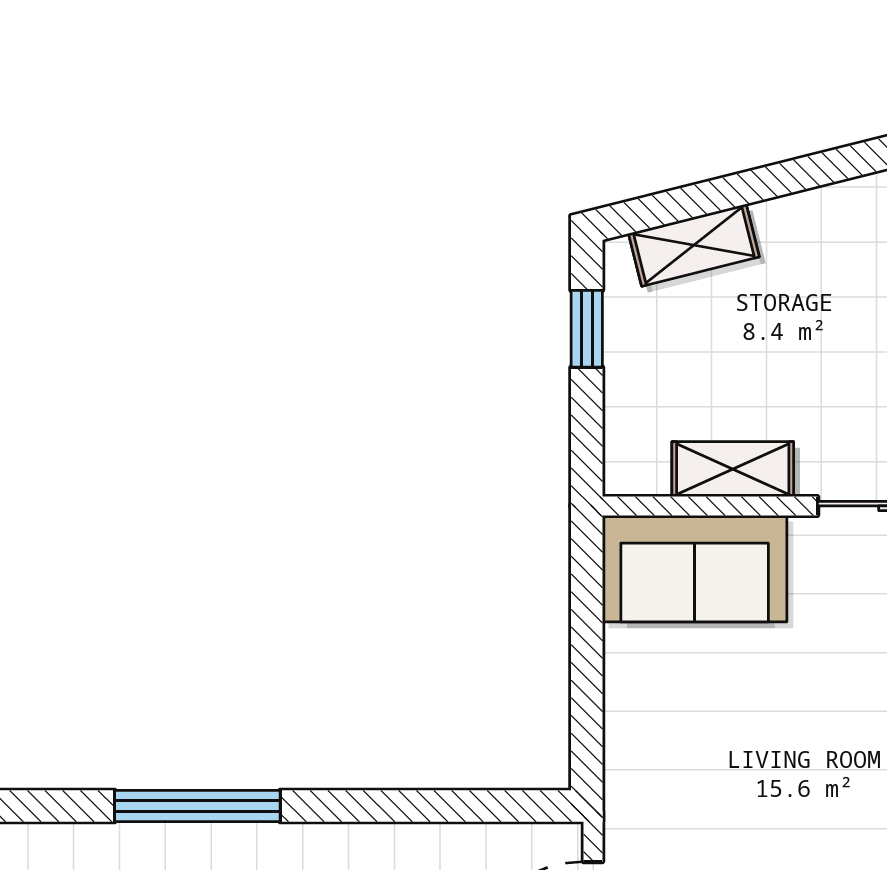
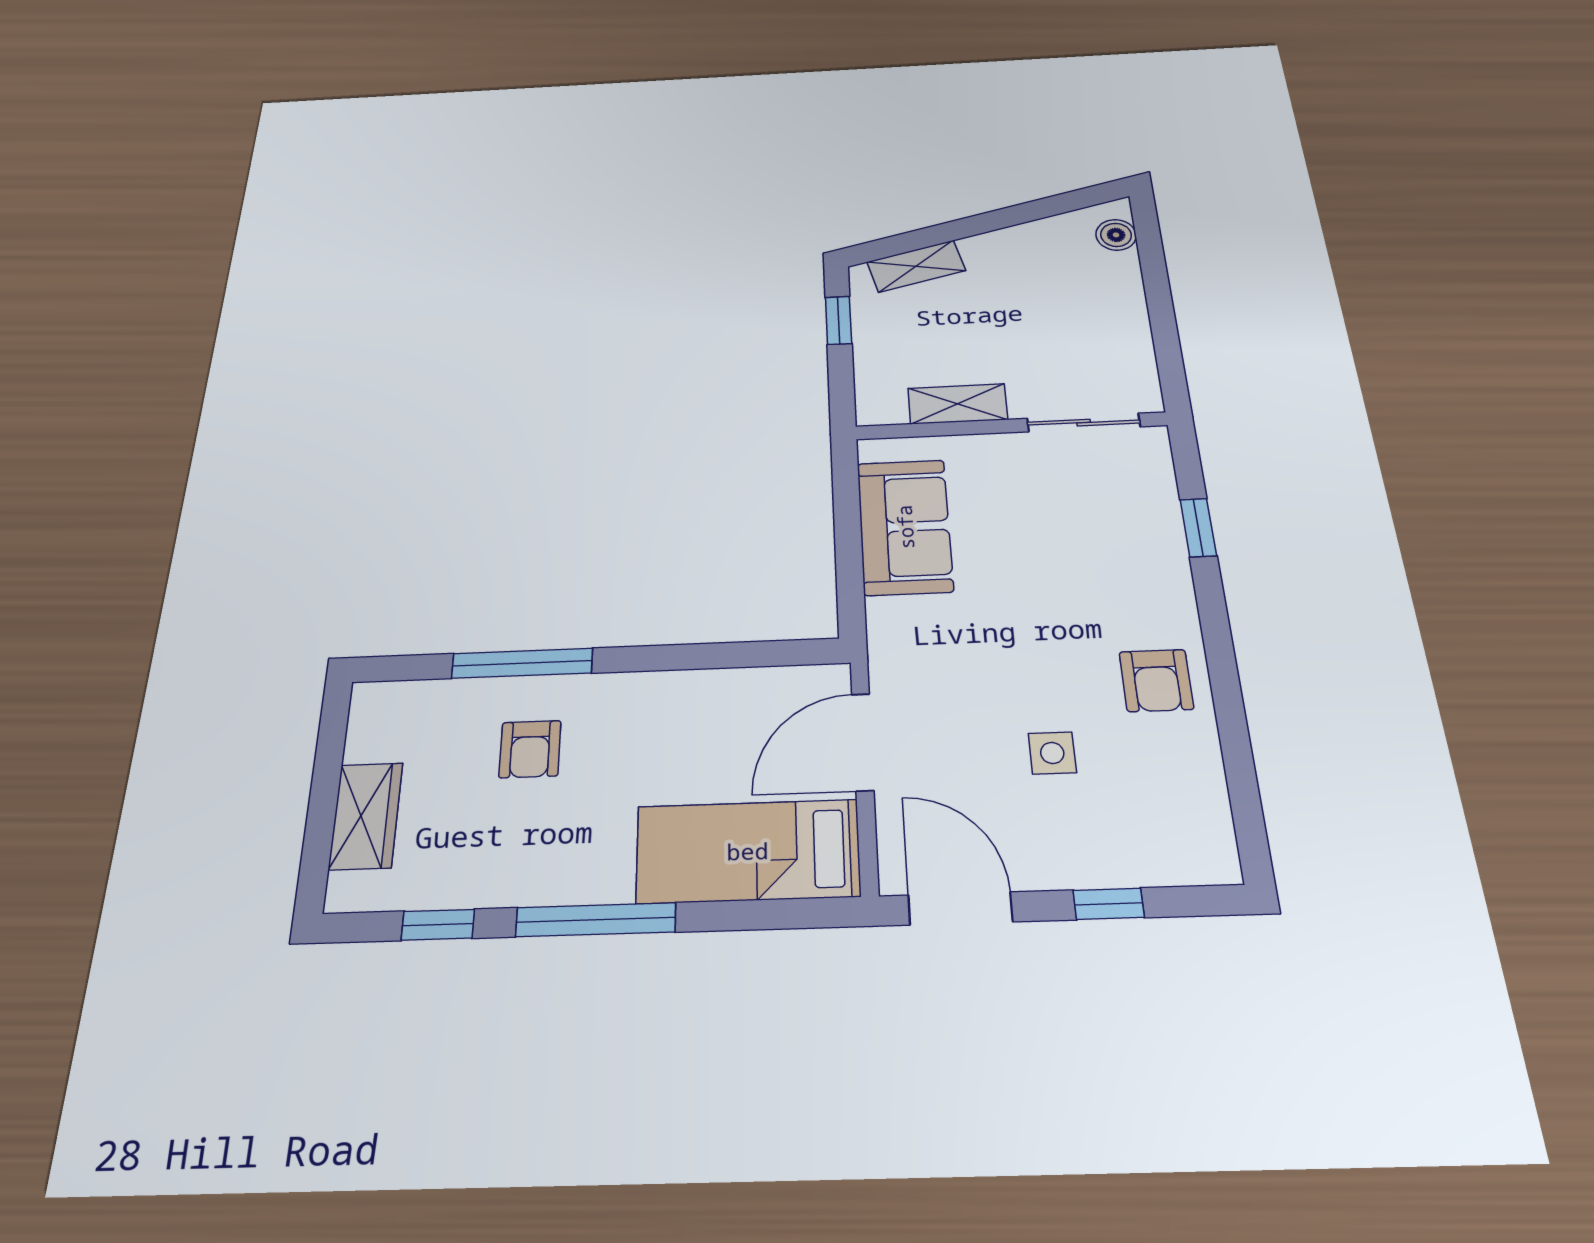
sofa: (695, 569) -> (905, 527), moved, turned -90

